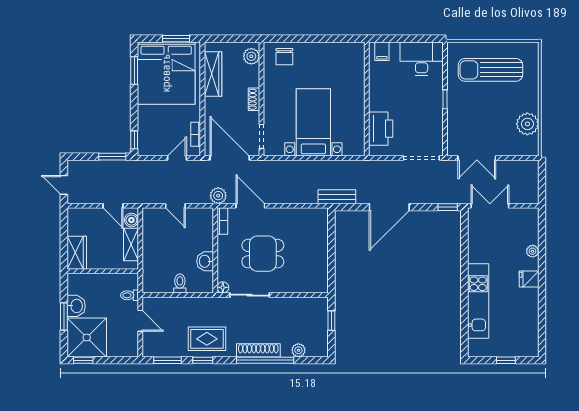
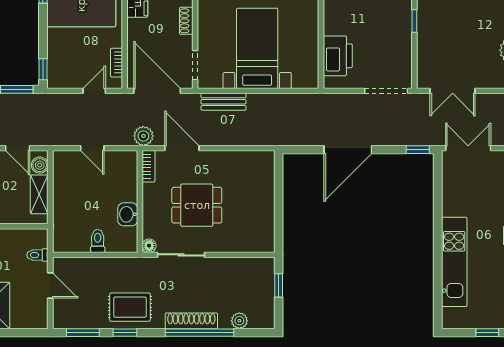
bench: (337, 197) -> (223, 102), moved

